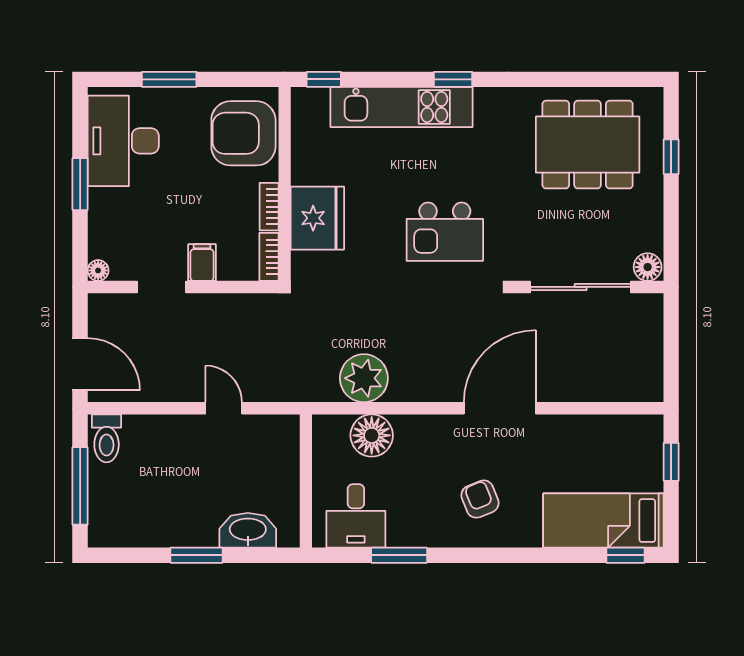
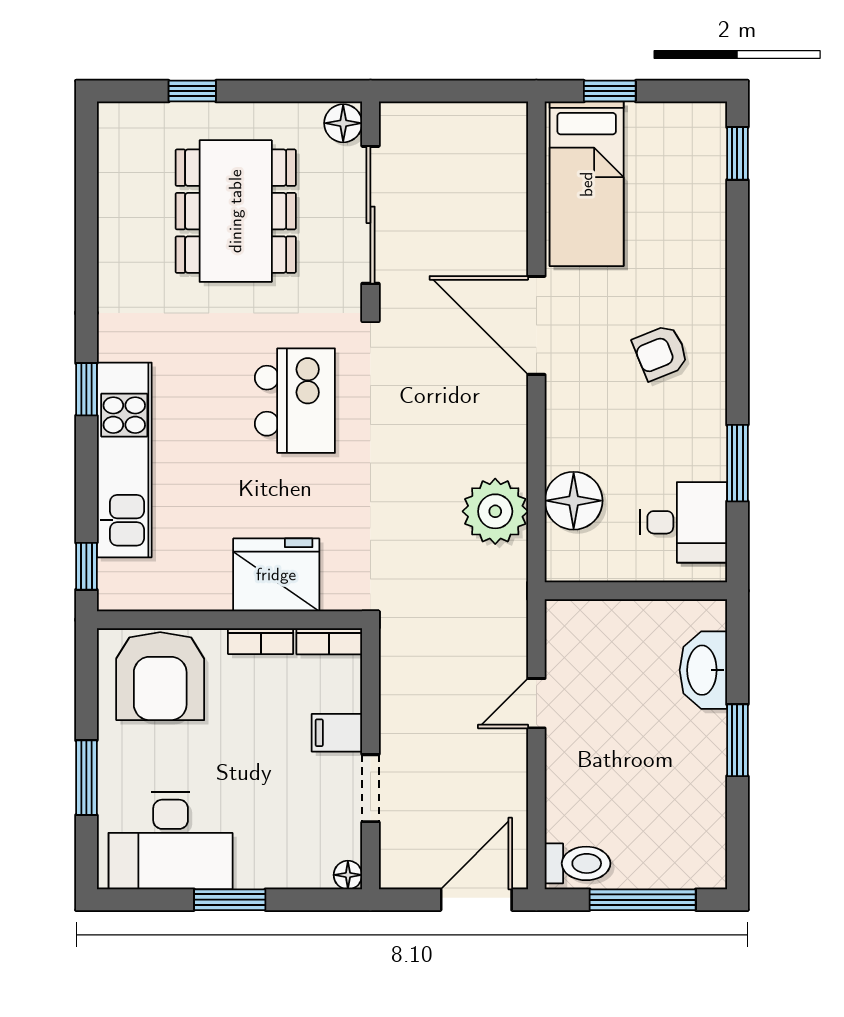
dining table: (588, 145) -> (236, 211), moved
bed: (603, 521) -> (587, 184), moved

